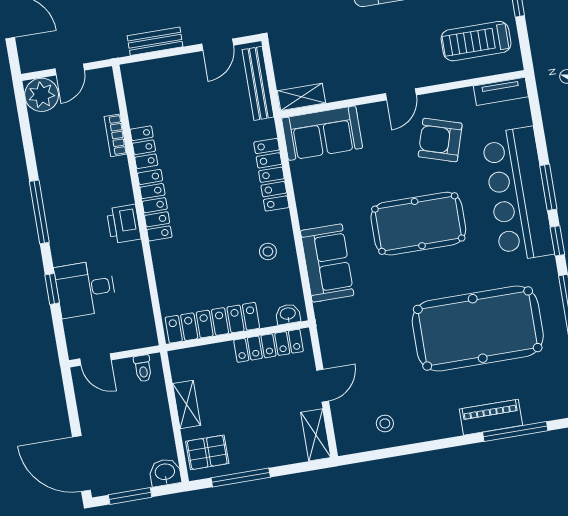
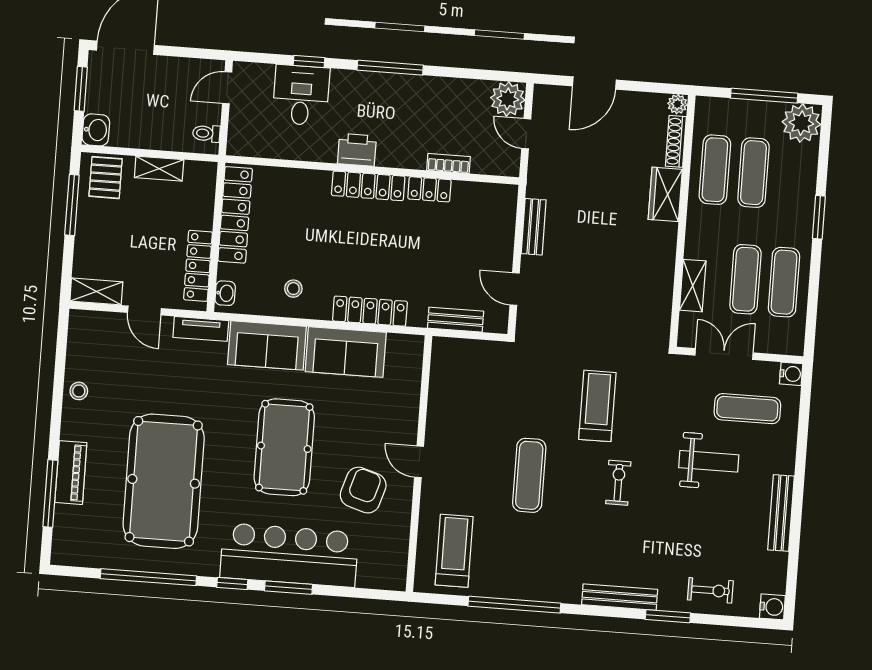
bench: (258, 83) -> (456, 320), width x0.73
tv unit: (501, 91) -> (201, 329), moved, turned -90
shelving: (302, 97) -> (441, 361), removed
sofa: (322, 133) -> (346, 352), moved, turned -90
stool: (385, 423) -> (79, 391), moved

